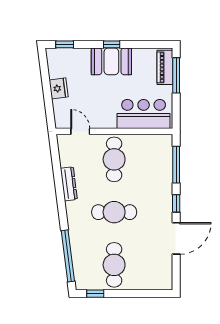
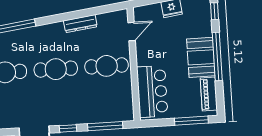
window: (112, 44) -> (217, 57), width x3.17
piano: (165, 67) -> (209, 94), moved, turned -90
cafe table: (114, 212) -> (56, 69), turned 90

